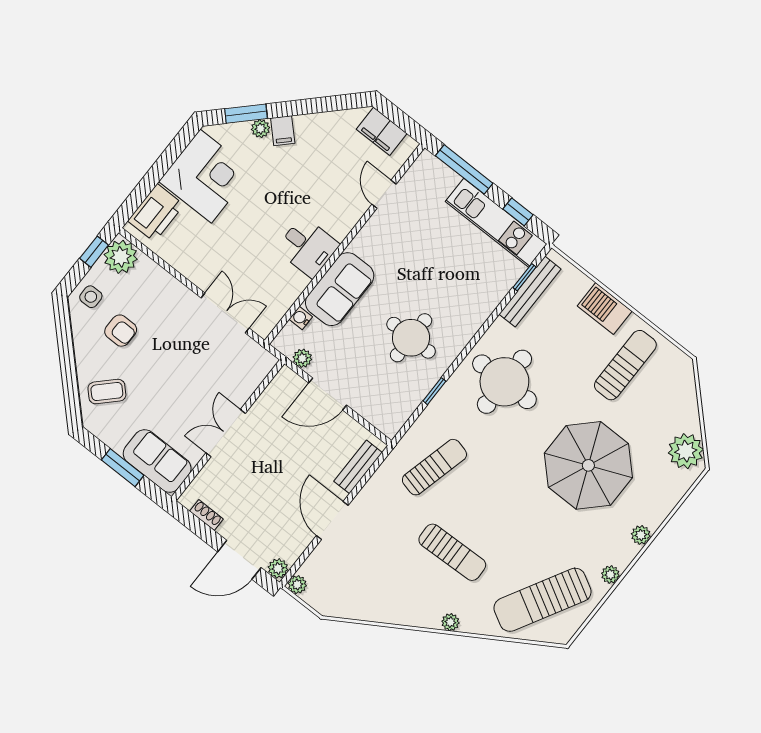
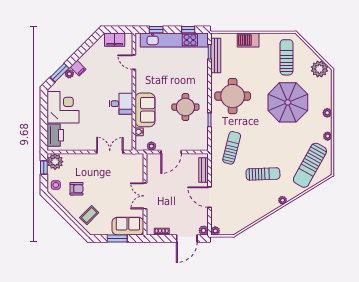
window: (464, 169) -> (156, 30), width x0.46
kitchen unit: (496, 223) -> (174, 40), width x1.36
sun lounger: (625, 365) -> (286, 57), moved

